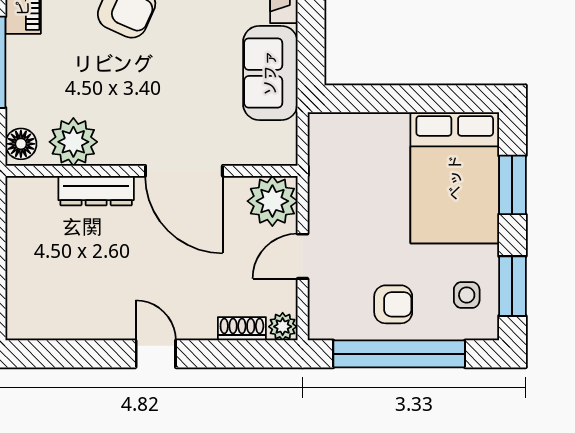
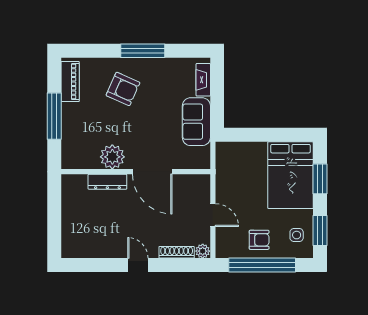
plant: (73, 142) -> (112, 157), moved
floor lamp: (21, 144) -> (69, 158), removed
plant: (272, 201) -> (197, 187), removed
door: (303, 256) -> (213, 215), swing flipped
shoe rack: (242, 329) -> (177, 252), width x1.43

